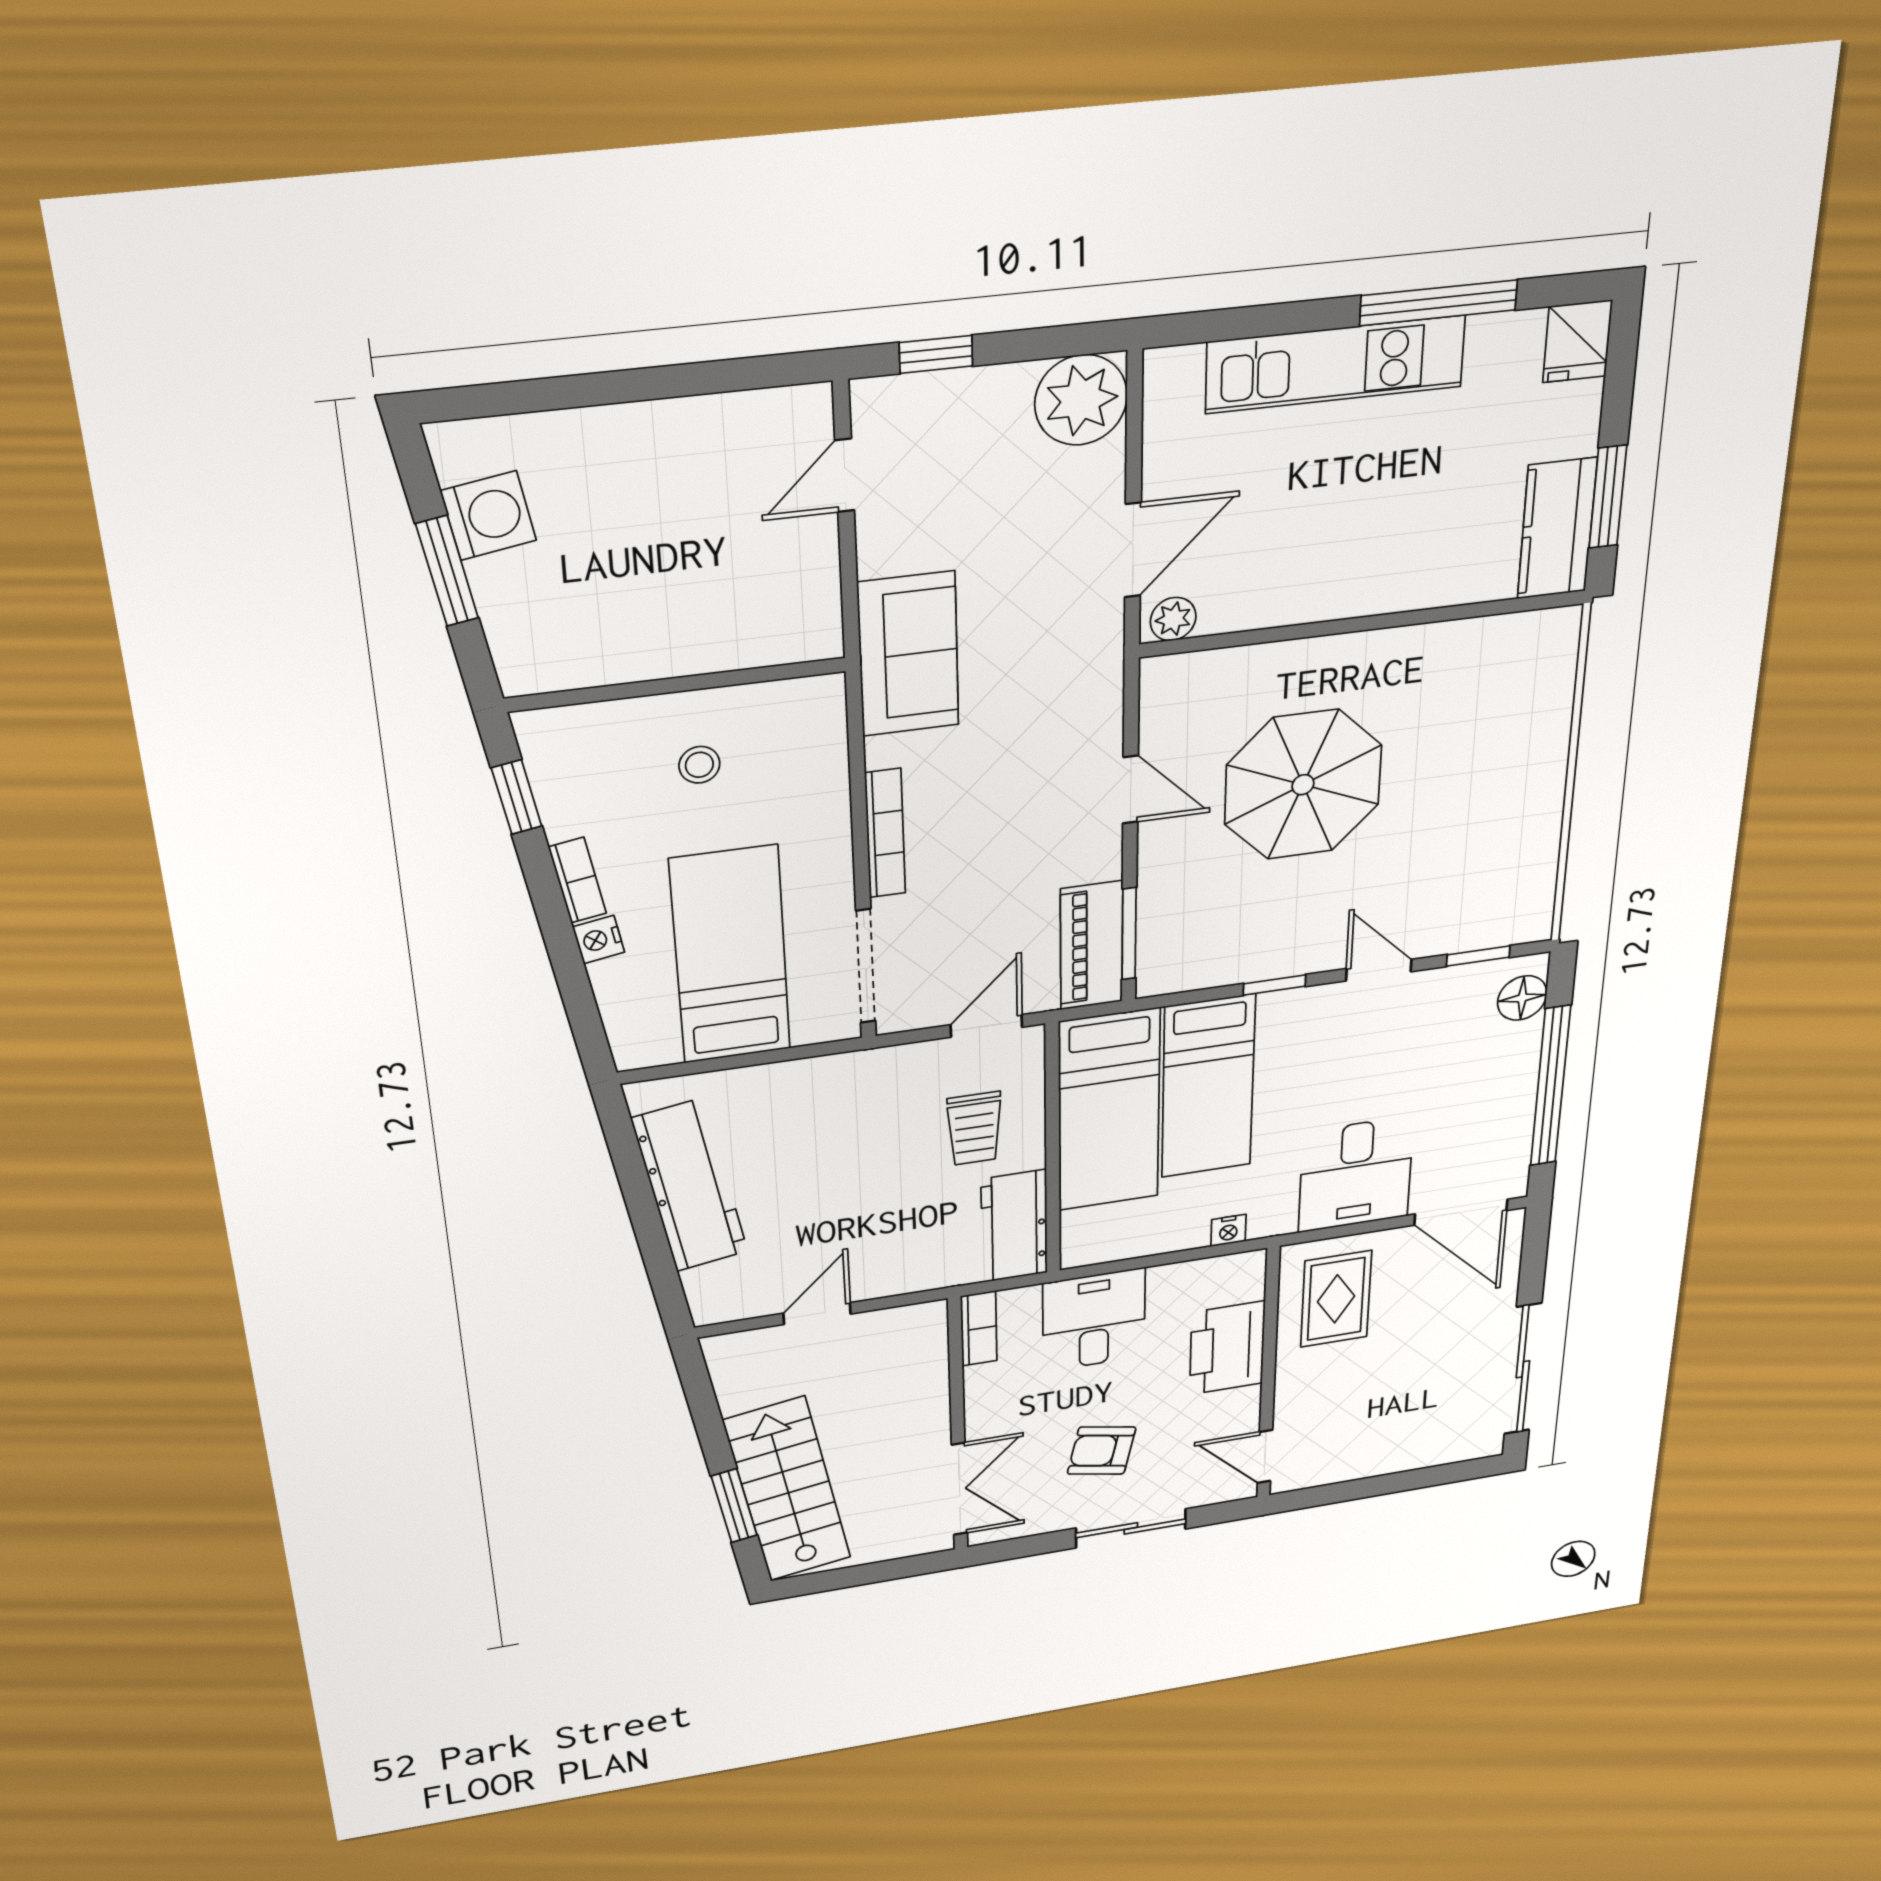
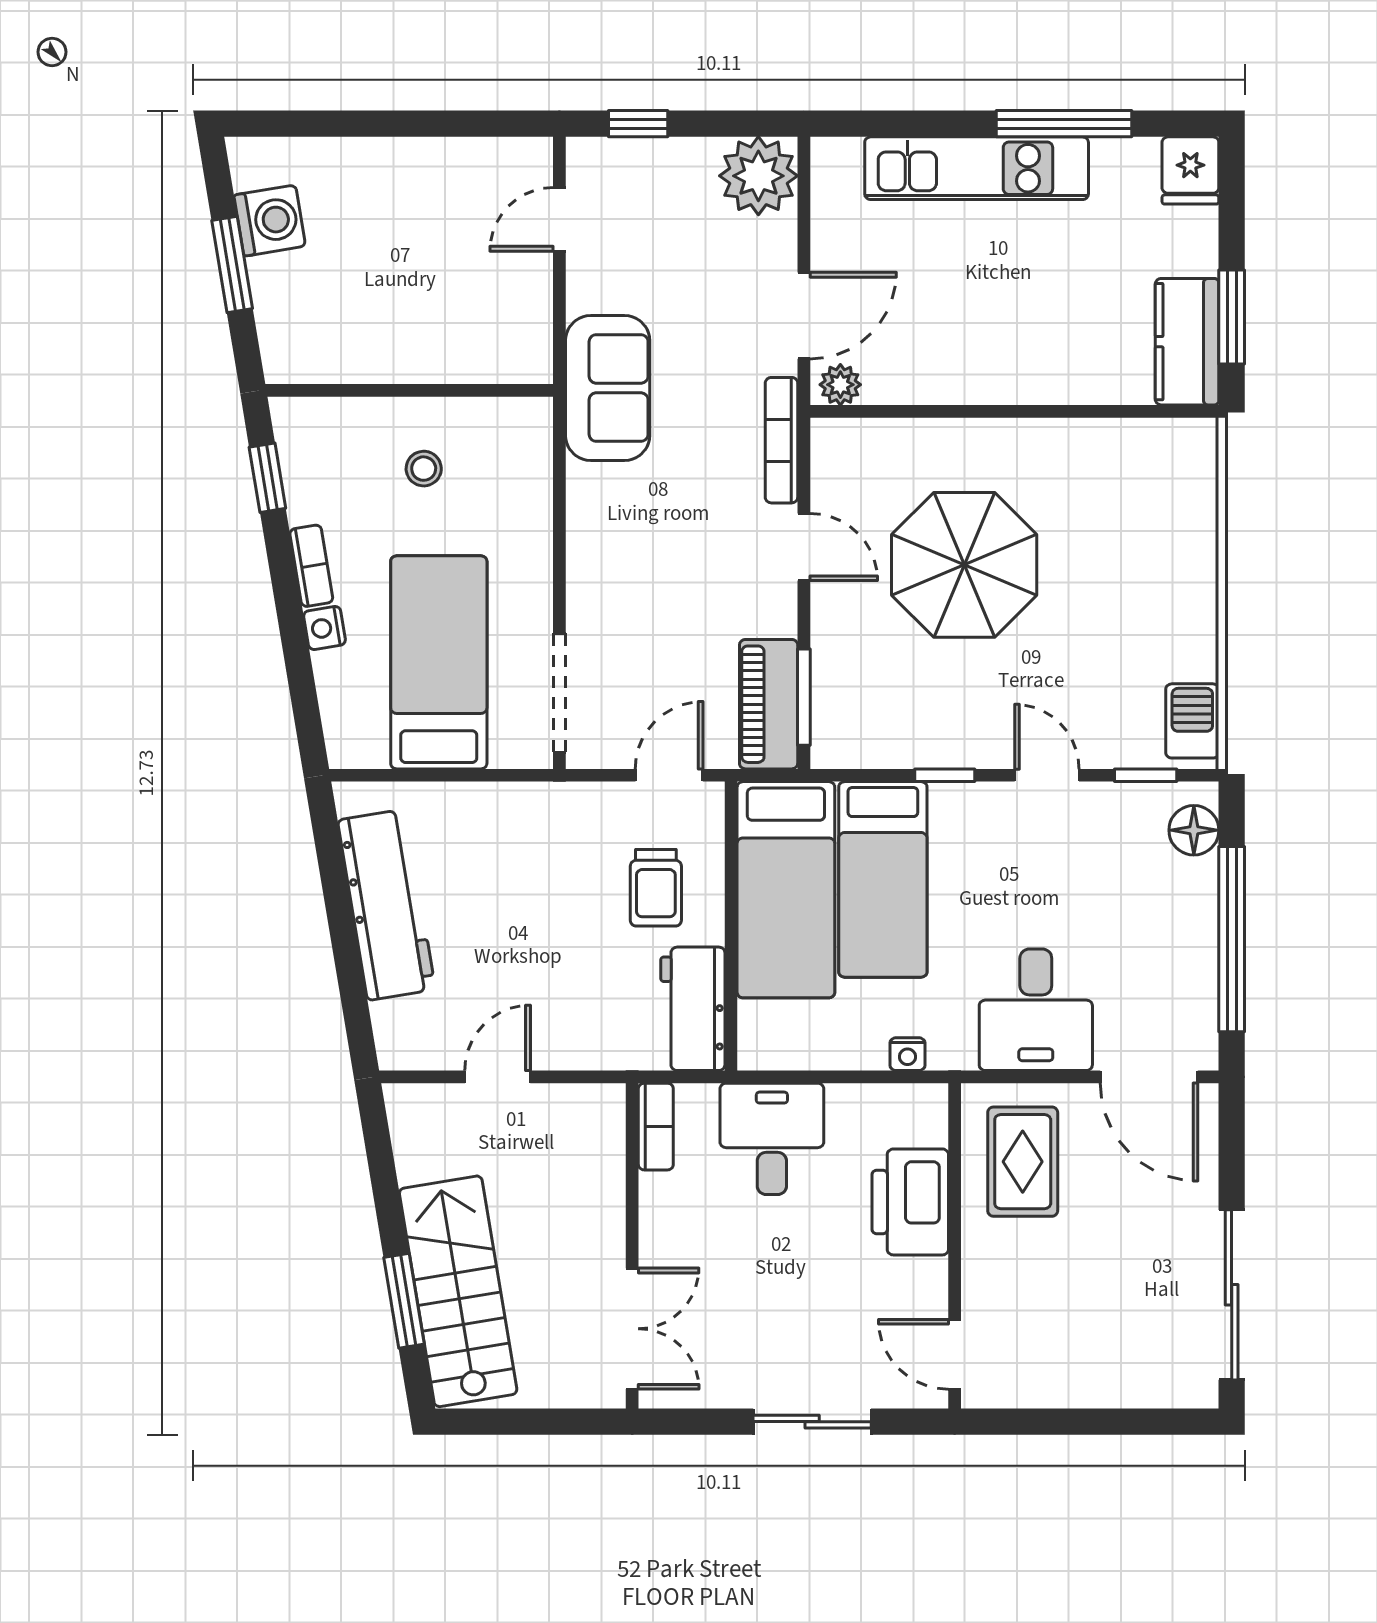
bookcase: (885, 833) -> (781, 440), moved, turned 180
barbecue: (1529, 900) -> (1192, 721), added
armchair: (1102, 1451) -> (780, 1309), removed

